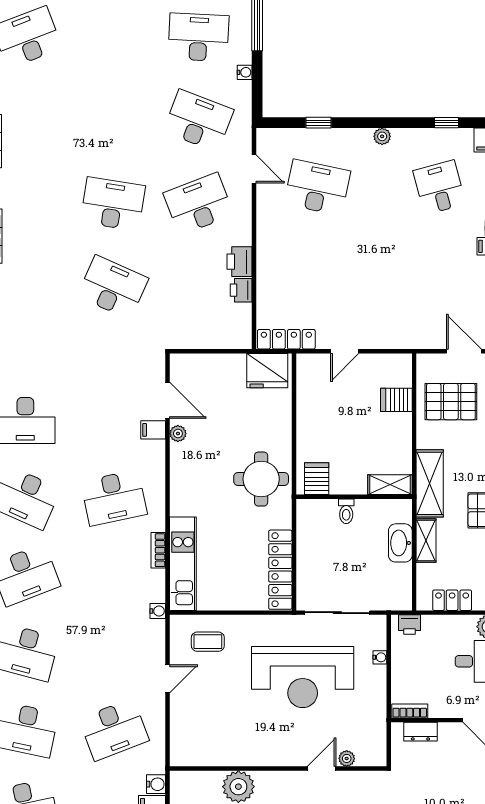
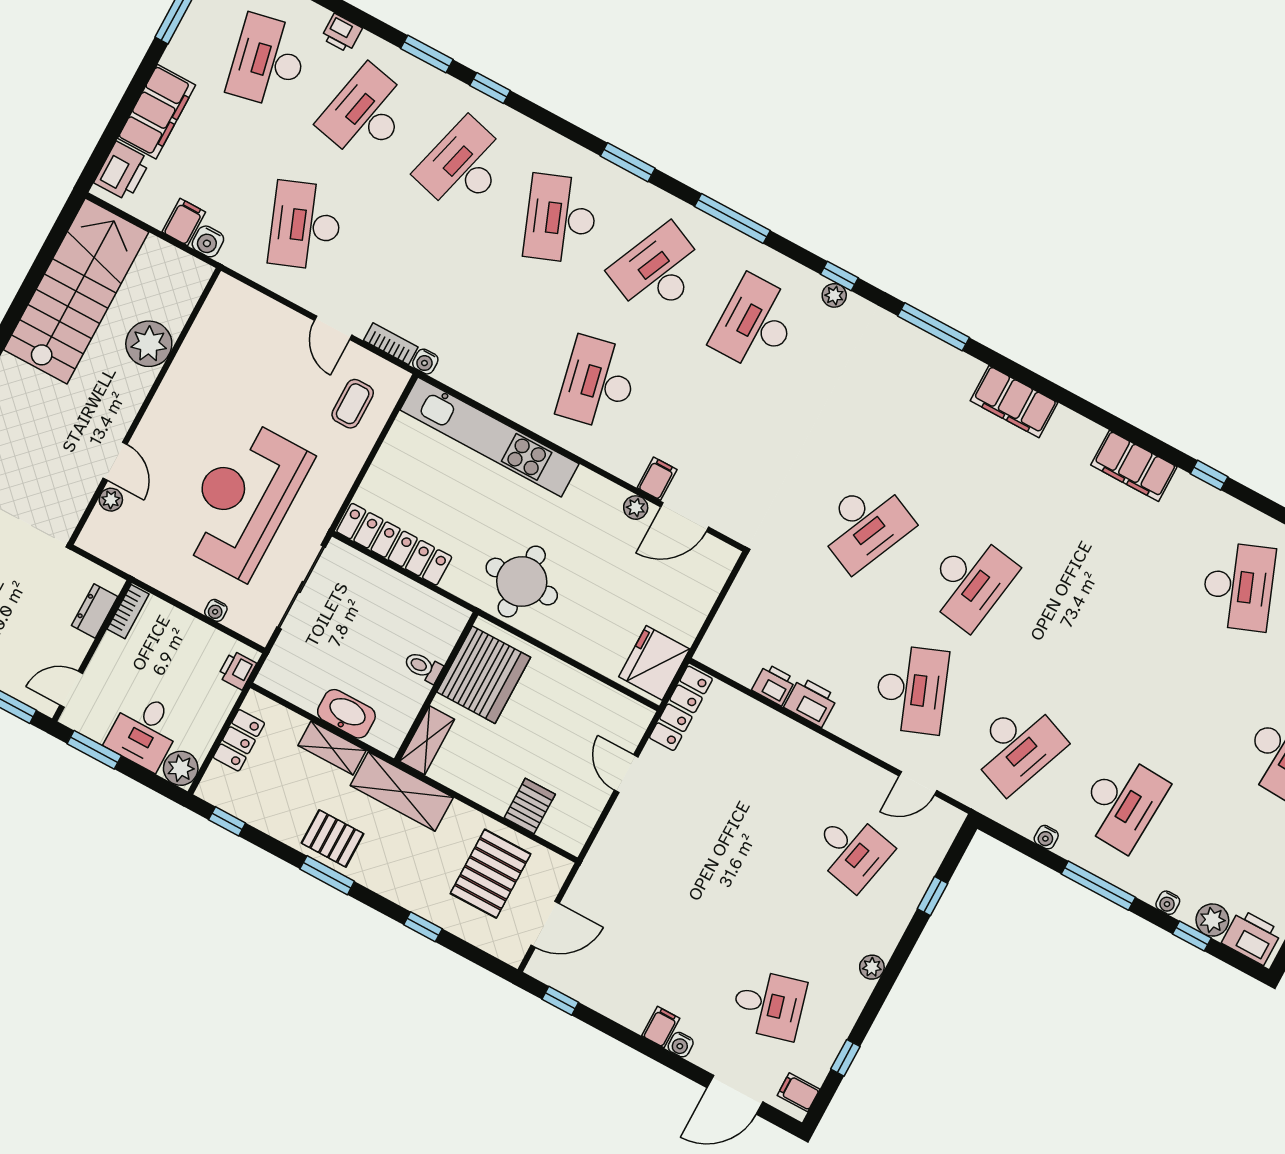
desk: (317, 187) -> (852, 851), width x0.73
server rack: (317, 479) -> (484, 675), width x2.18, depth x1.44
bookcase: (158, 550) -> (391, 344), moved
kitchen unit: (183, 564) -> (490, 437), width x1.36

